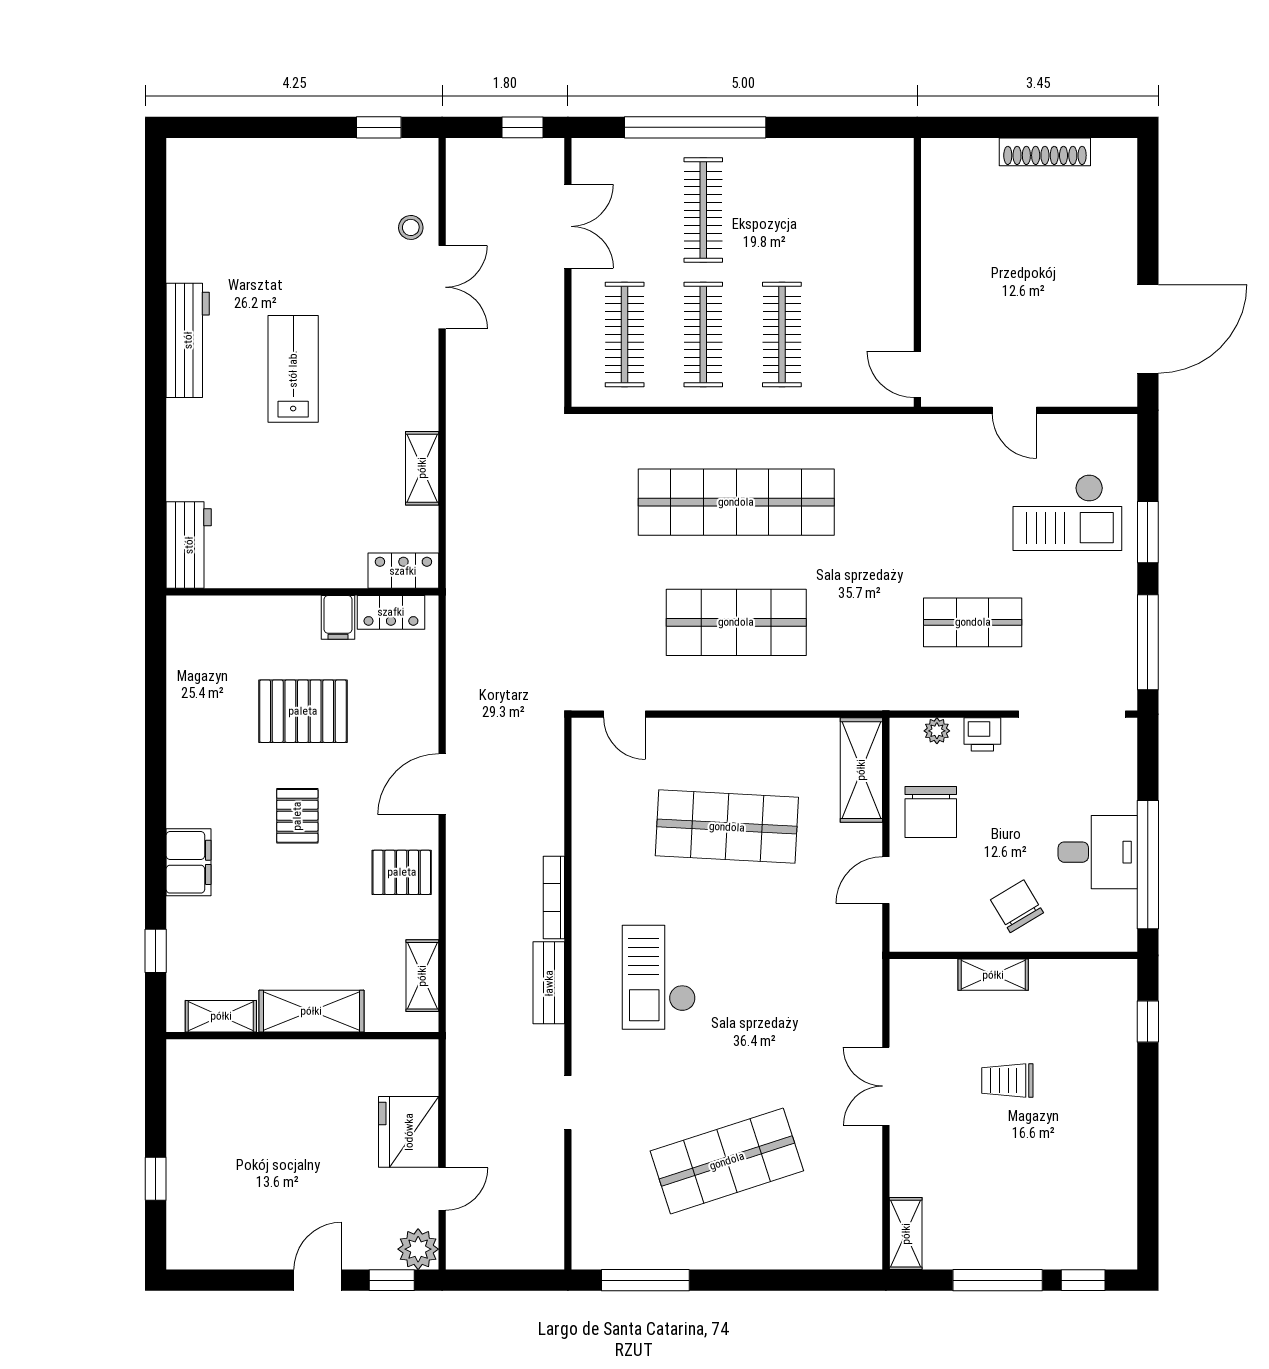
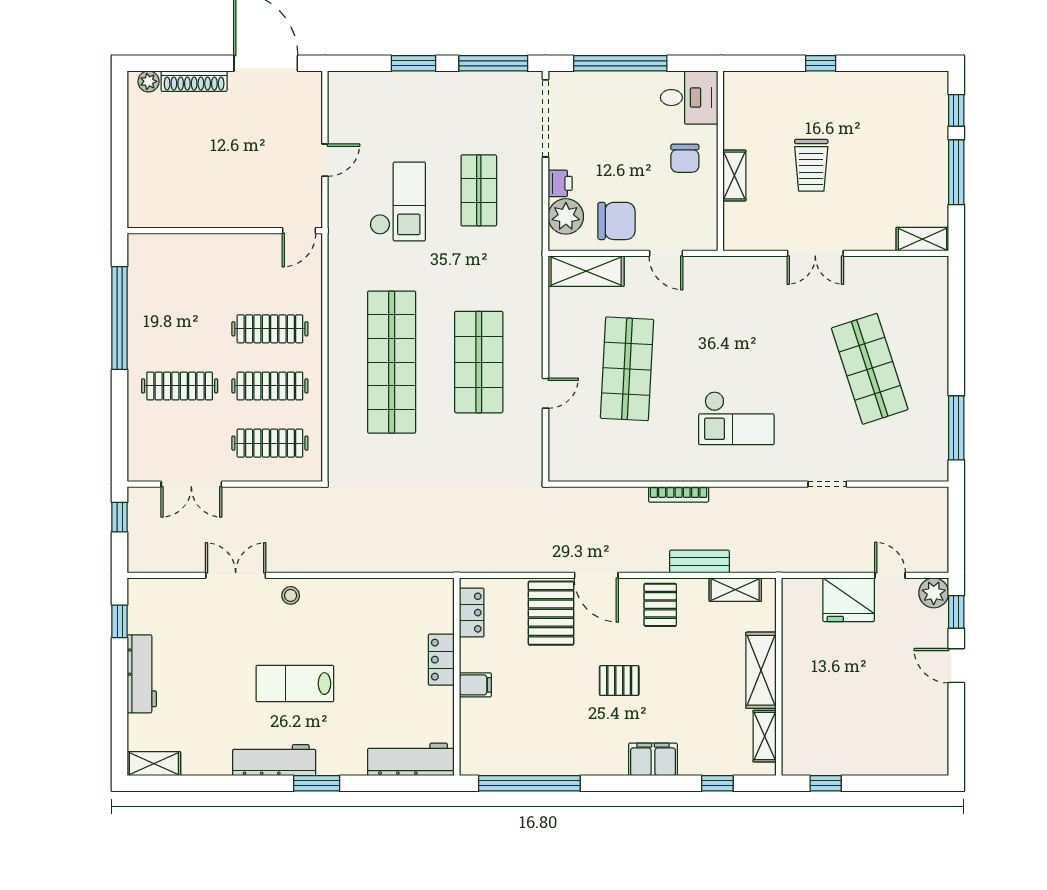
window: (695, 127) -> (120, 318), moved
shoe rack: (1045, 152) -> (194, 81), moved, turned 90
workbench: (307, 158) -> (142, 674), added
plant: (1123, 167) -> (149, 81), added
double door: (568, 226) -> (191, 484), swing flipped
stool: (411, 227) -> (291, 595), moved
window: (156, 399) -> (317, 783), added
shelving: (422, 468) -> (154, 764), moved
checkout: (1067, 512) -> (398, 202), moved
workbench: (189, 545) -> (411, 759), width x1.38
locker: (403, 571) -> (441, 660), moved
filing cabinet: (338, 617) -> (475, 685), moved
window: (156, 692) -> (529, 783), added
pallet: (303, 711) -> (551, 613), moved
door: (625, 714) -> (545, 393), moved
plant: (937, 731) -> (566, 216), width x1.87, depth x1.87
desk: (1098, 852) -> (689, 98), moved, turned 90
window: (1148, 865) -> (620, 63), moved
chair: (1017, 906) -> (685, 158), turned -59
bench: (549, 983) -> (699, 562), moved
window: (1148, 1022) -> (821, 63), moved
trolley: (1007, 1081) -> (811, 165), width x1.36, depth x1.39
window: (156, 1179) -> (826, 783), moved

